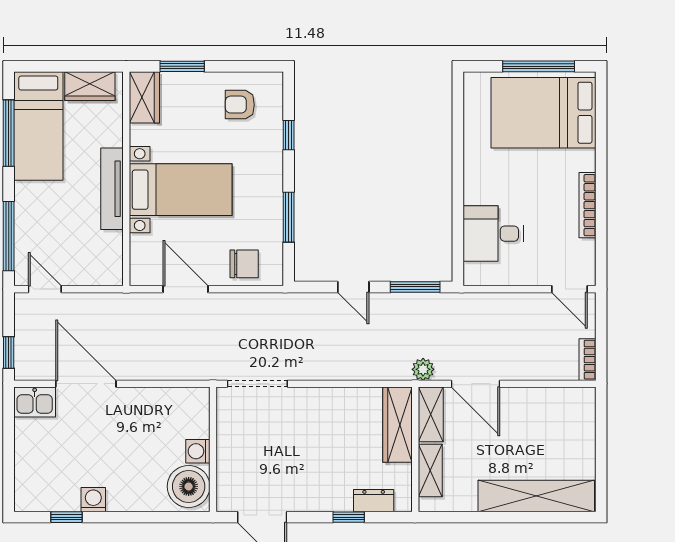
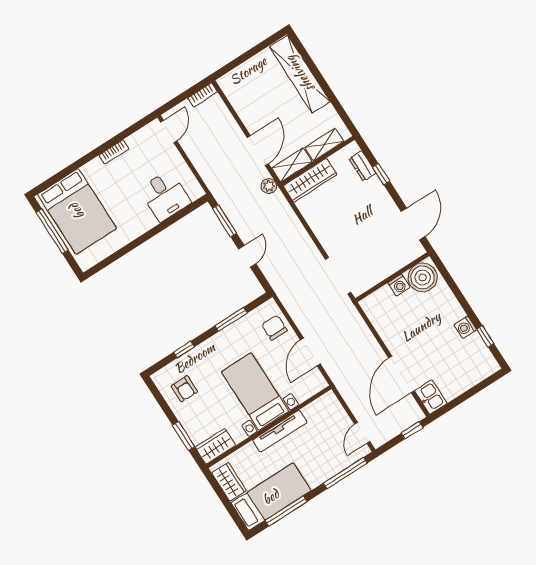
bookcase: (588, 205) -> (114, 152), width x0.64

